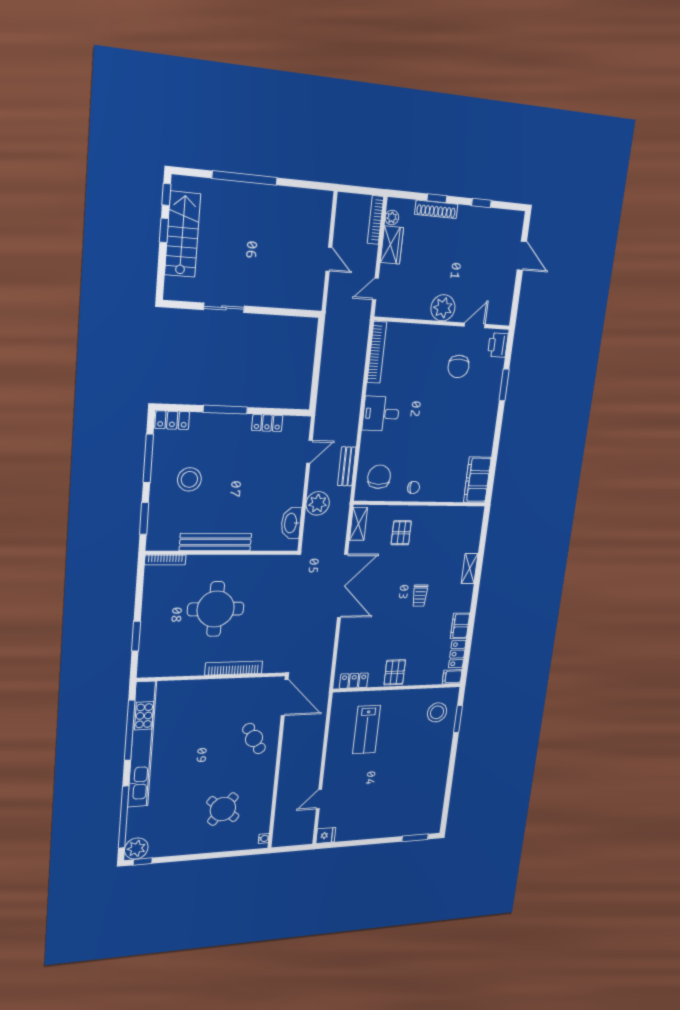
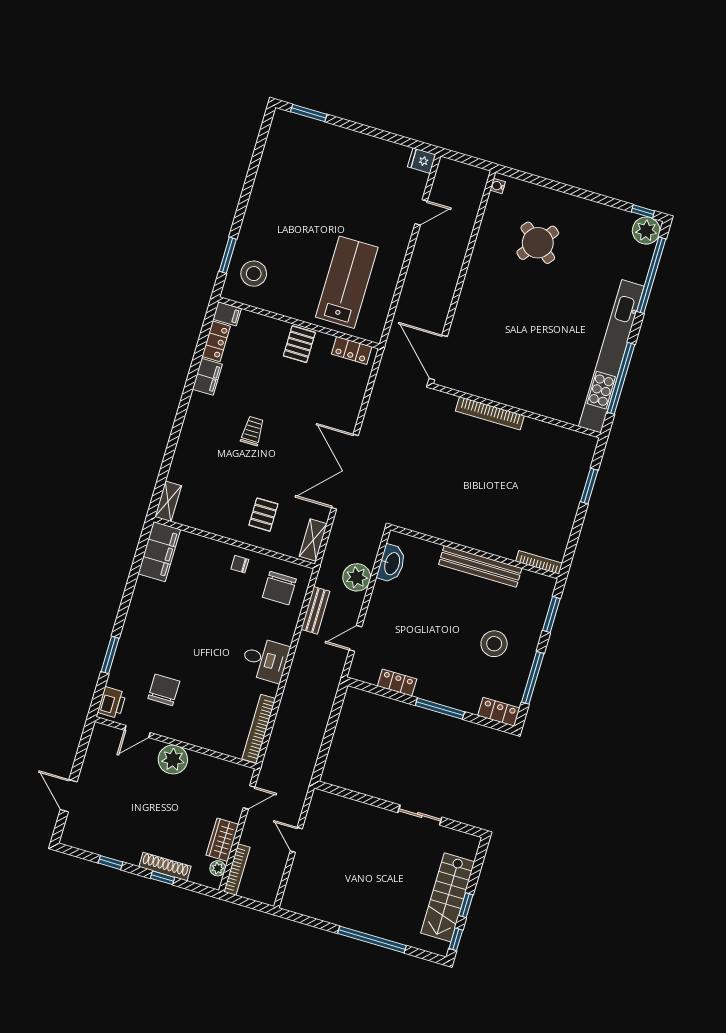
shelving: (470, 569) -> (168, 501), moved
round table: (216, 609) -> (496, 490), removed
lab bench: (367, 730) -> (347, 282), width x1.36, depth x1.39
cafe table: (254, 739) -> (484, 319), removed

